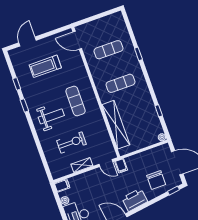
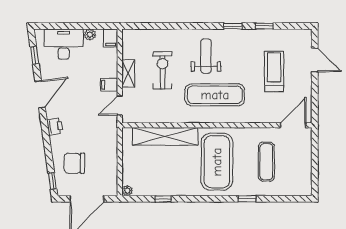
exercise mat: (121, 83) -> (217, 162), width x2.00, depth x1.45
exercise mat: (76, 101) -> (215, 95), width x1.36, depth x1.45
weight bench: (51, 116) -> (206, 56), turned 180
exercise bike: (71, 142) -> (162, 70), turned 180
filing cabinet: (121, 166) -> (109, 85), moved
printer: (135, 200) -> (55, 126), width x0.53, depth x0.68

